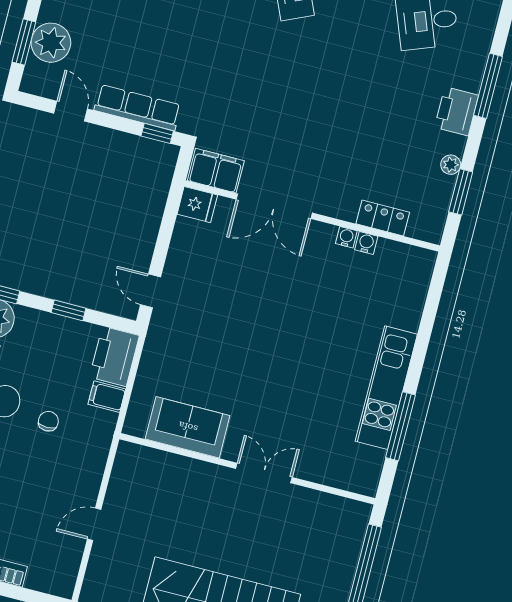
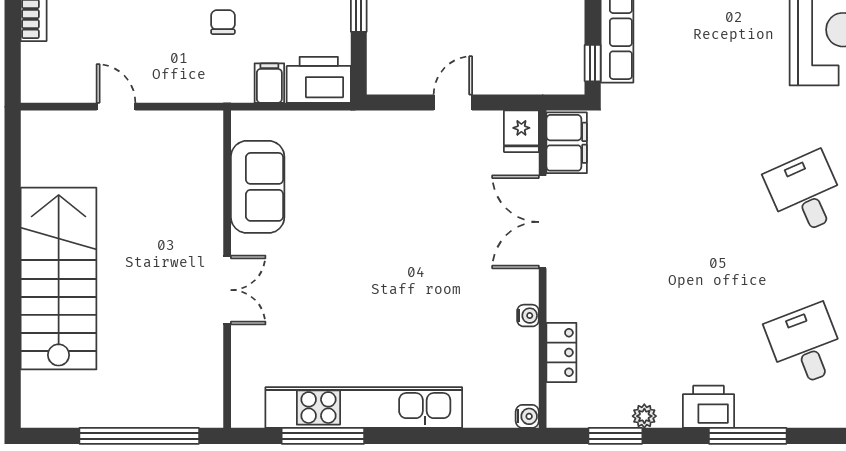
water cooler: (366, 243) -> (527, 416), moved
door: (151, 291) -> (453, 103), moved
kitchen unit: (386, 388) -> (364, 408), width x1.36
chair: (48, 421) -> (223, 22), turned -90

